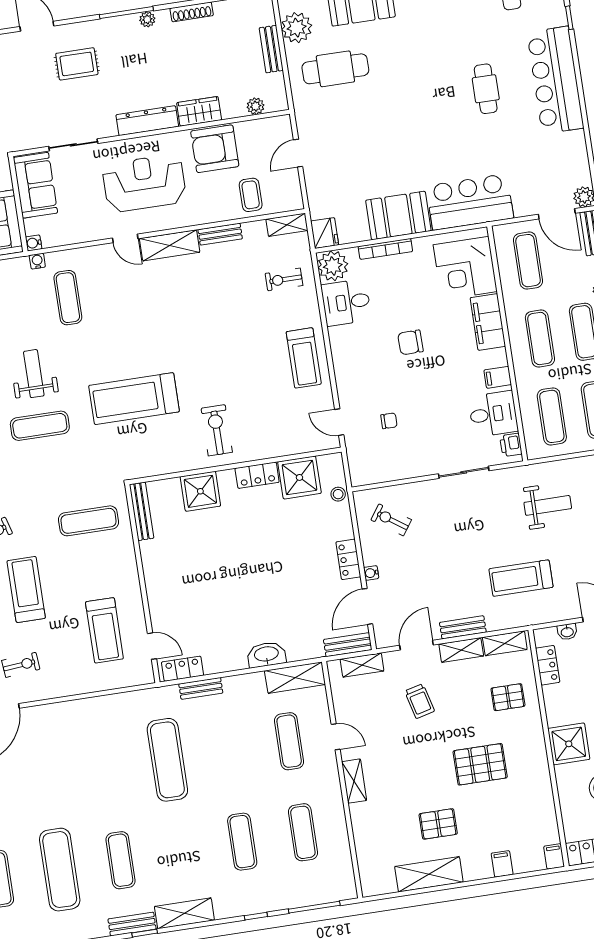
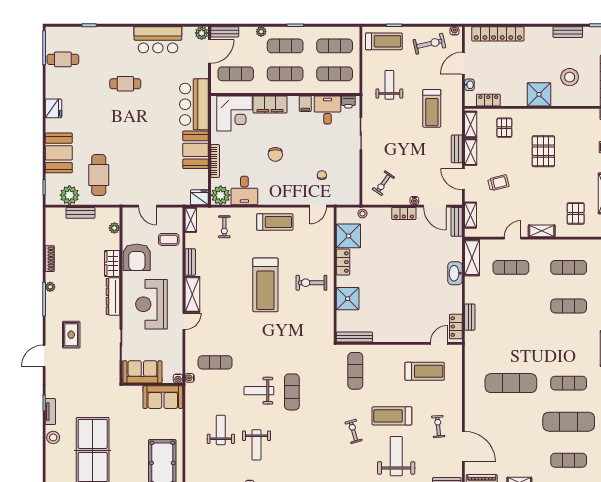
bar counter: (555, 80) -> (158, 40), moved, width x0.73
treadmill: (134, 399) -> (265, 285), moved
exercise mat: (167, 760) -> (511, 383), moved
pallet: (438, 824) -> (576, 213), moved

